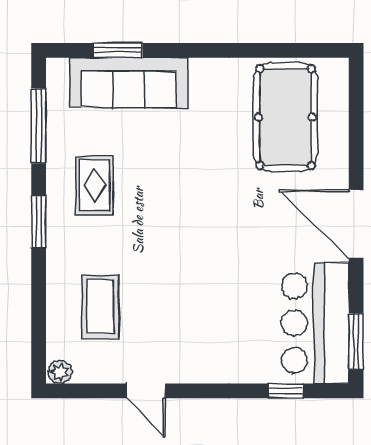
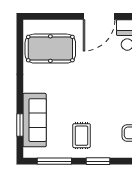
rug: (94, 186) -> (82, 136), turned 90

